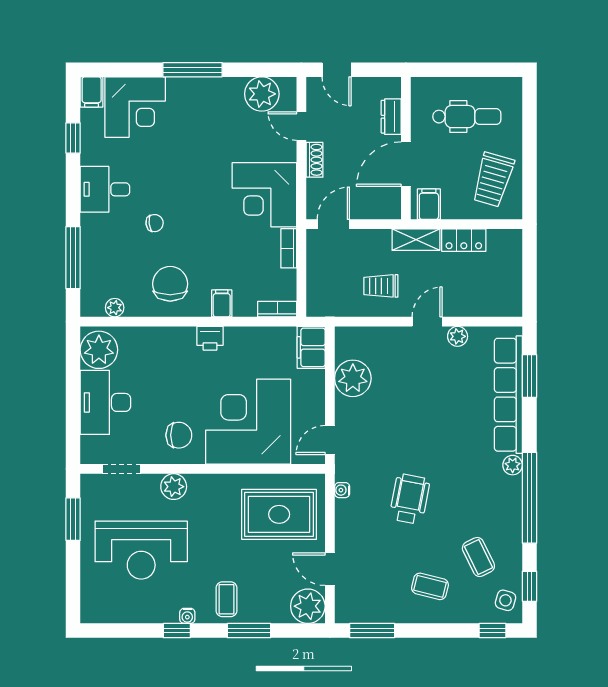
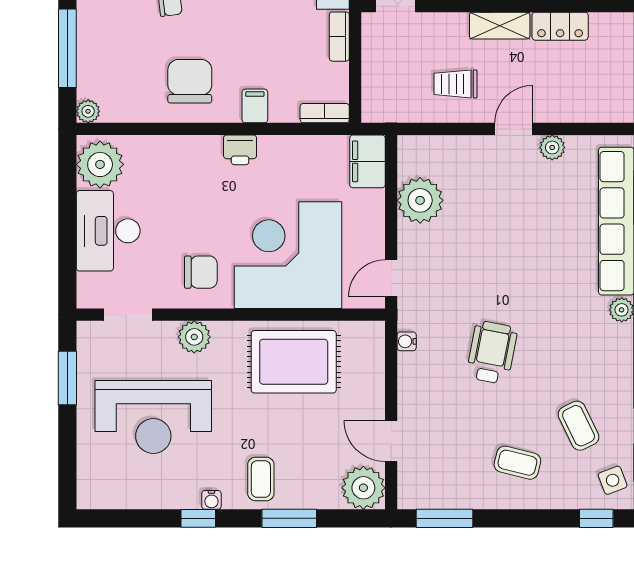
plant: (115, 308) -> (88, 111), moved
rug: (279, 514) -> (294, 362), moved
side table: (505, 600) -> (613, 480), turned -38

